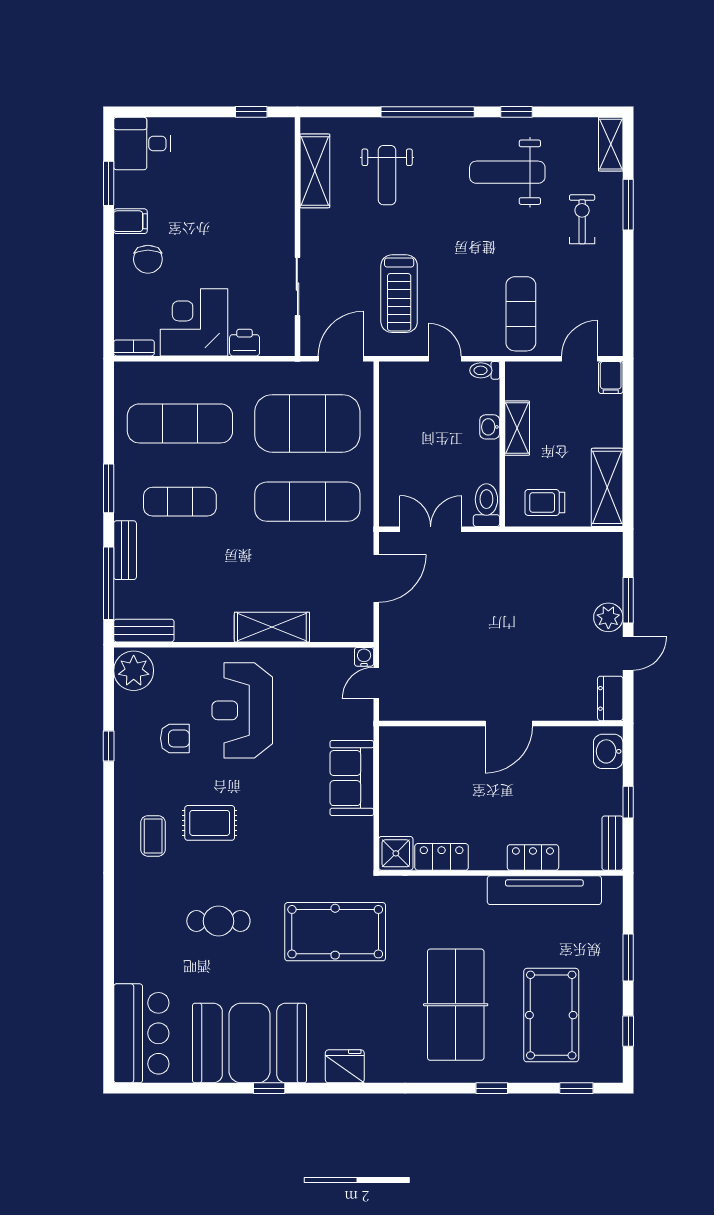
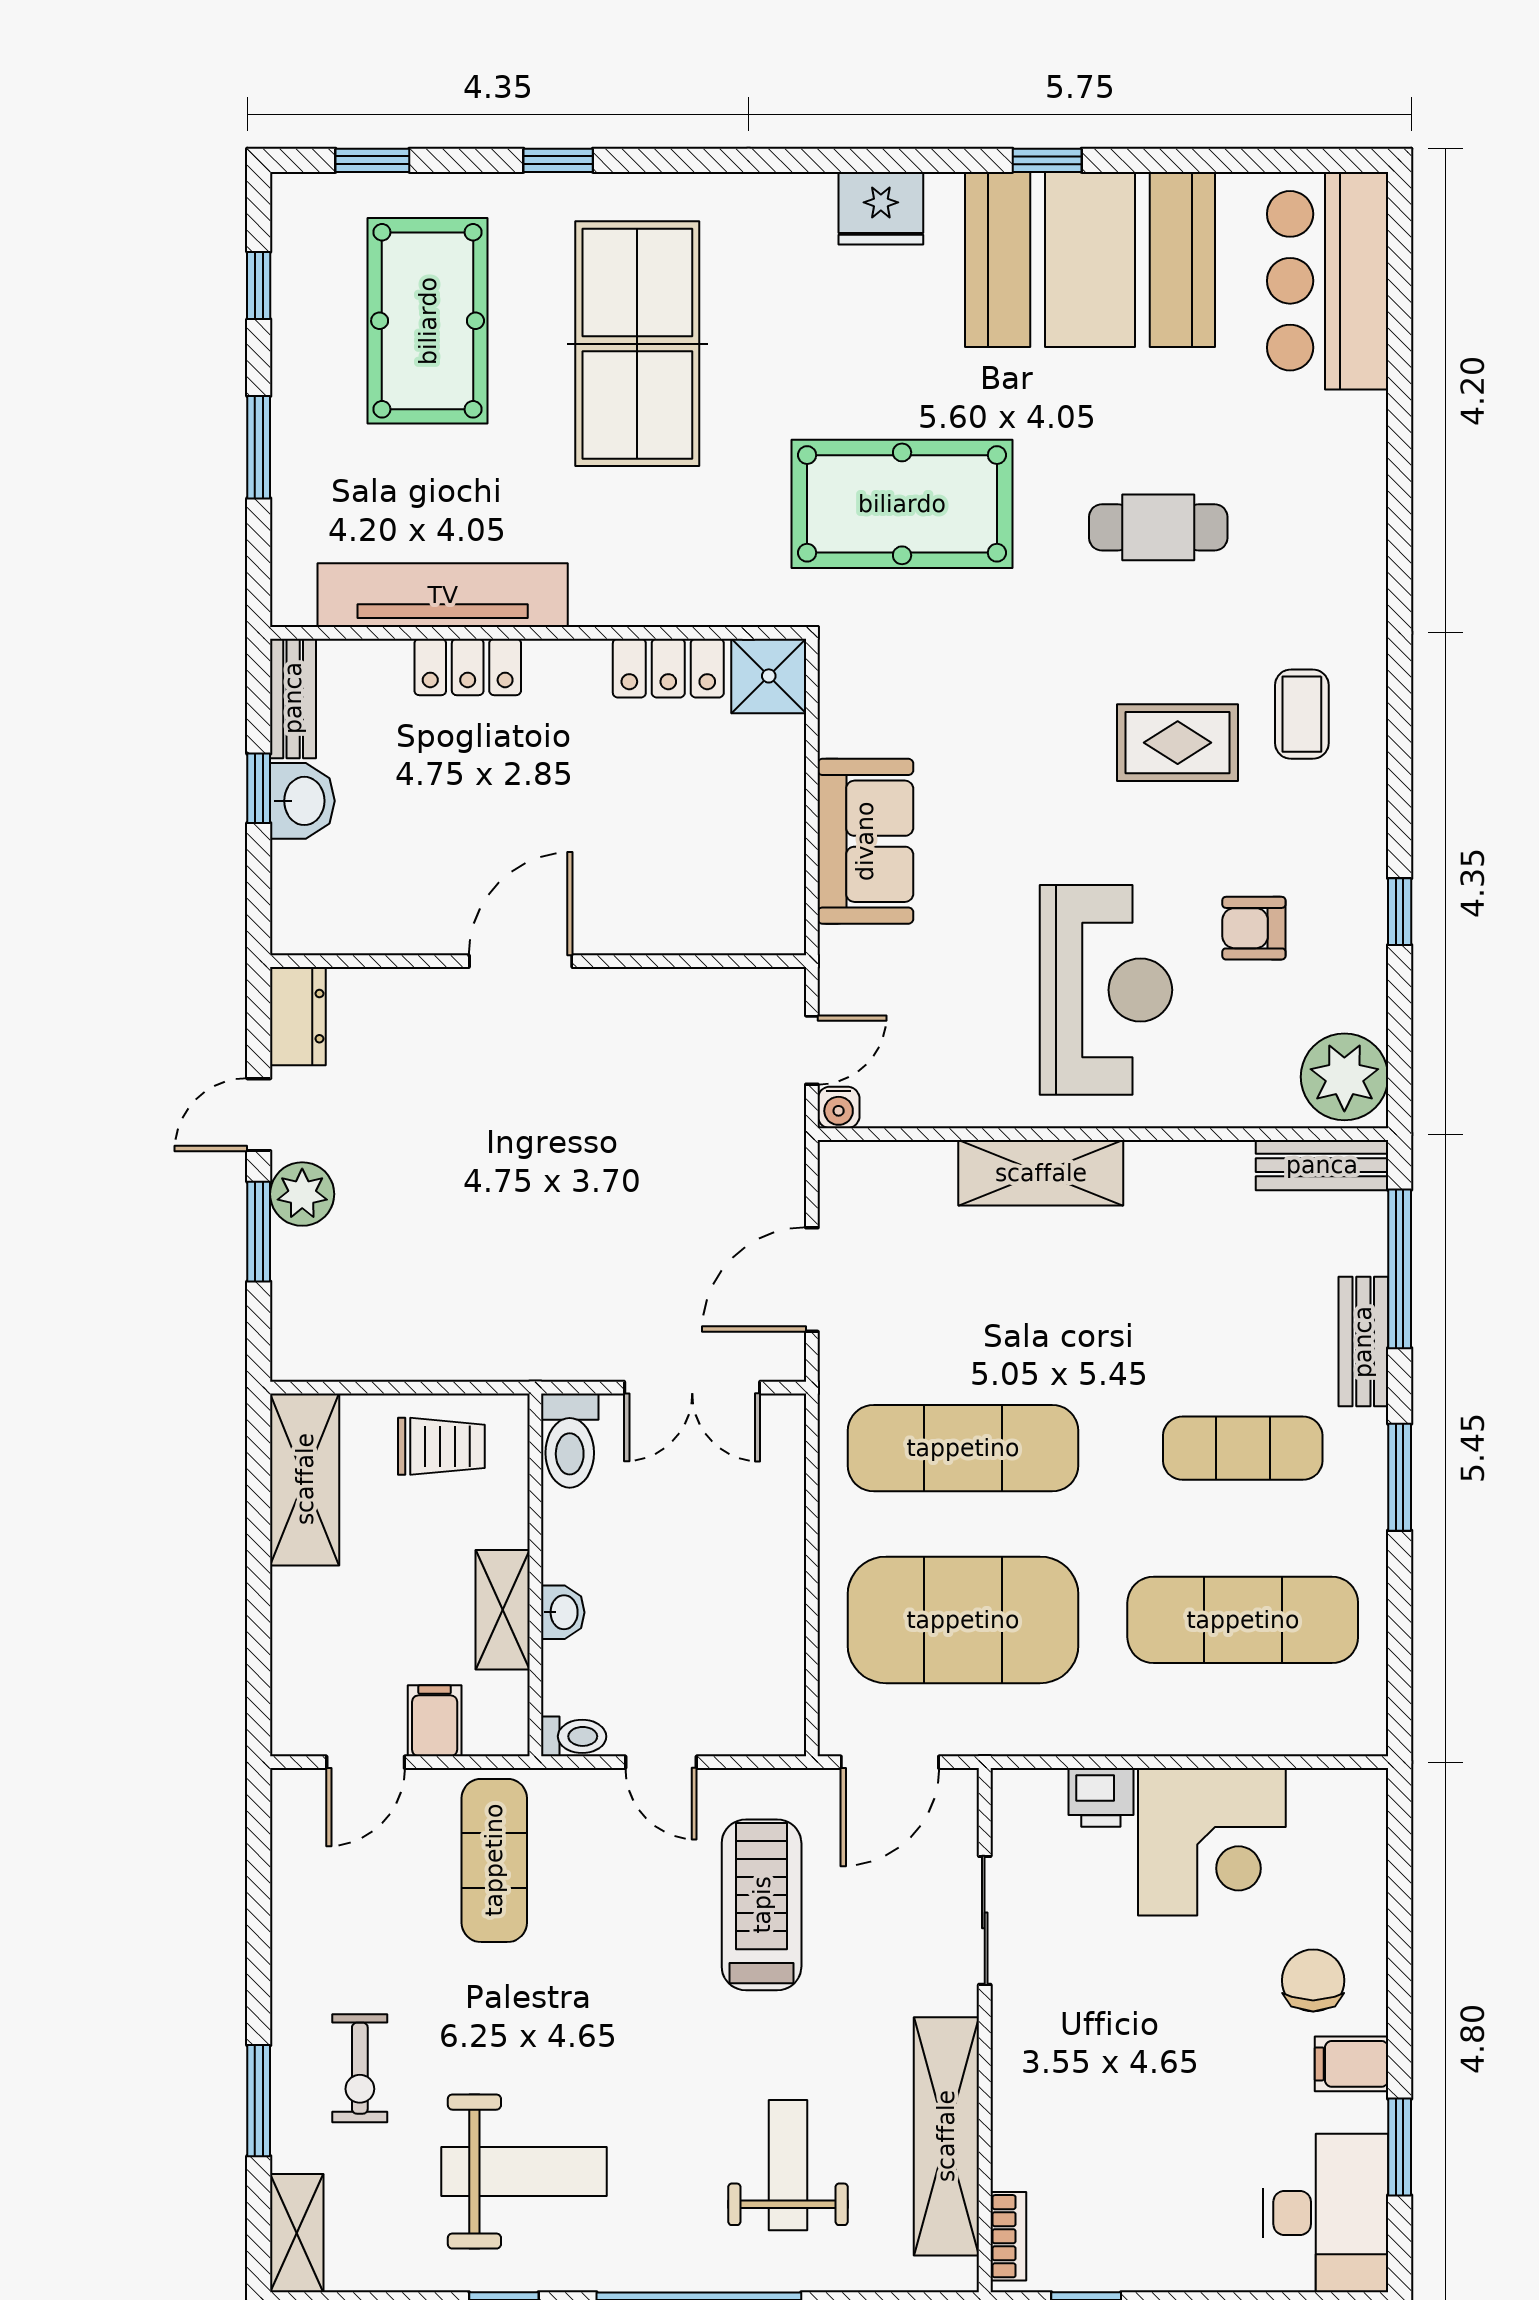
desk: (142, 144) -> (1326, 2213), width x1.37
shelving: (315, 171) -> (946, 2136), width x1.47
bookcase: (134, 348) -> (1008, 2236), moved, turned -90
filing cabinet: (611, 377) -> (435, 1721), moved
washbasin: (608, 751) -> (302, 801), moved

